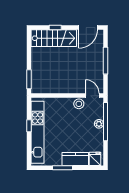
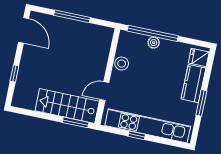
stairs: (54, 38) -> (67, 106), moved, turned -90
door: (92, 96) -> (104, 91), moved

